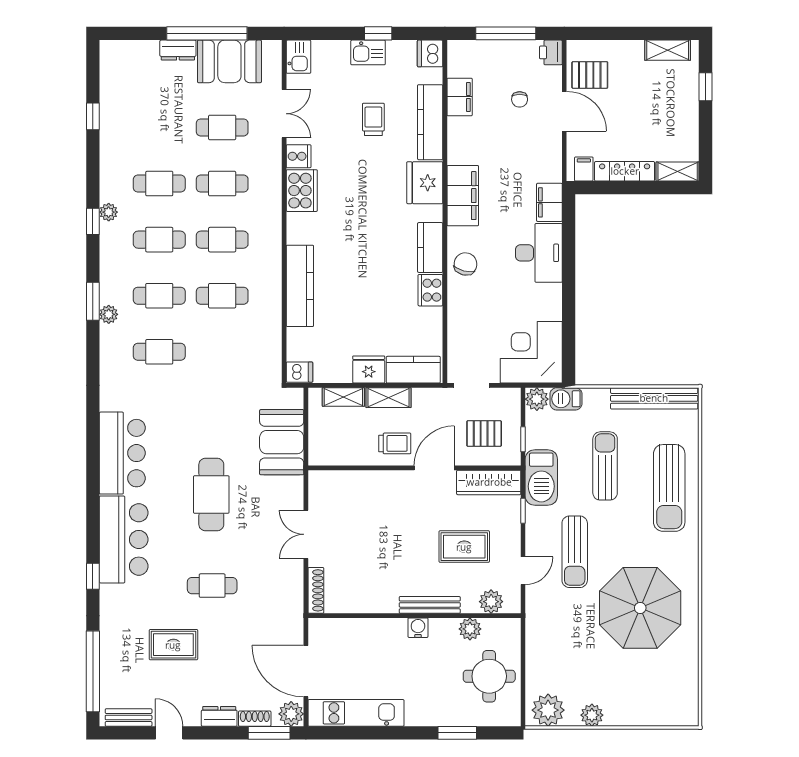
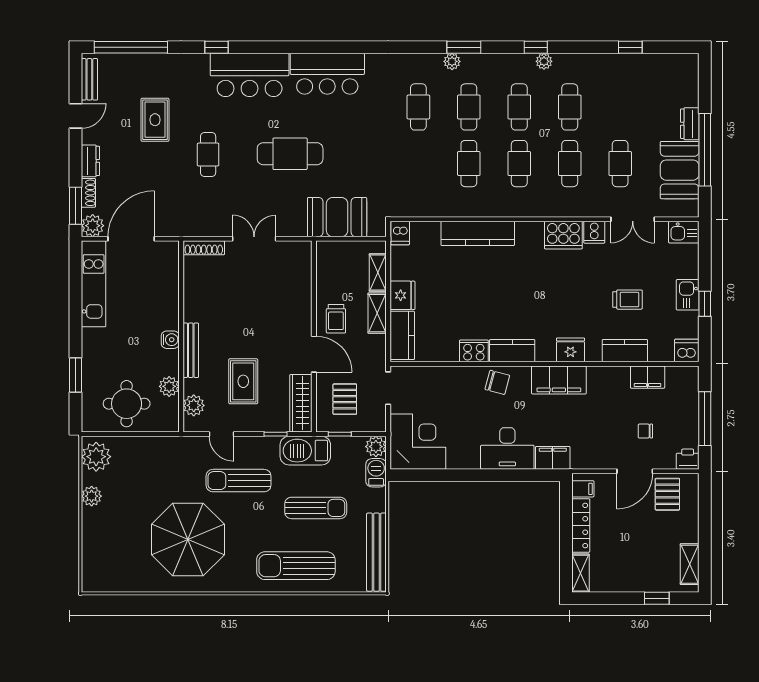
kitchen counter: (430, 122) -> (625, 351), width x0.67
fridge: (425, 183) -> (570, 350), width x0.73, depth x0.75

